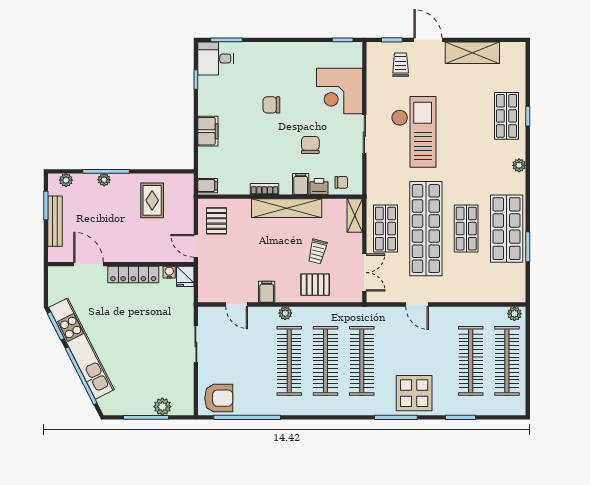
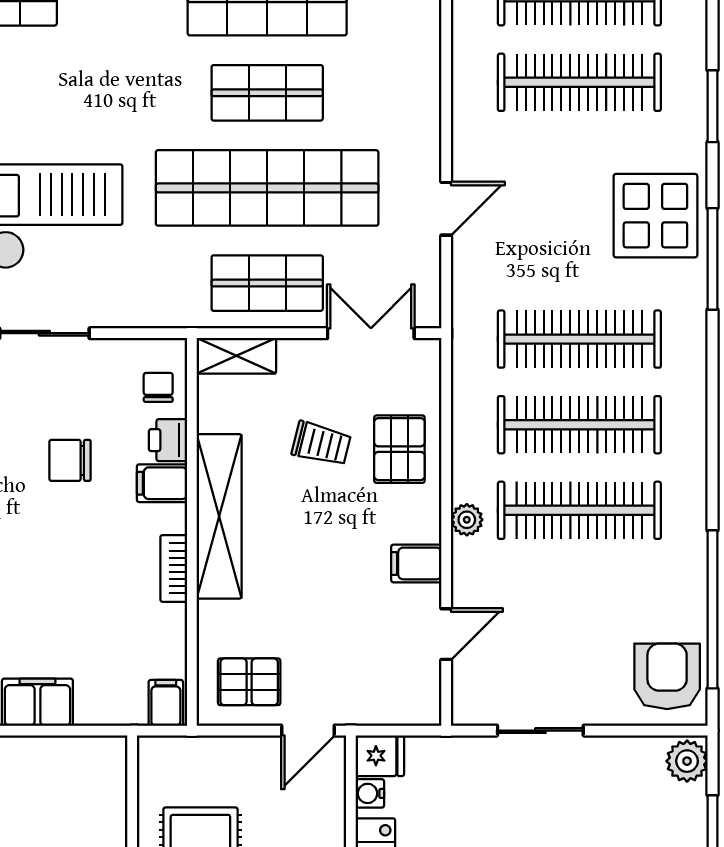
plant: (162, 407) -> (687, 761), moved

